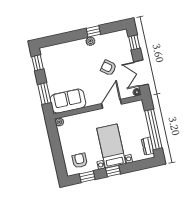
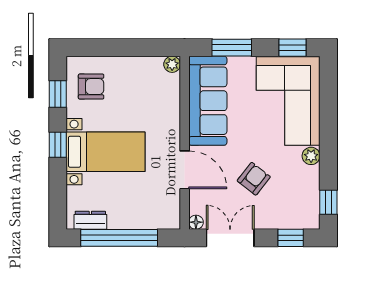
window: (93, 31) -> (328, 202), moved
corner sofa: (65, 59) -> (288, 101), added
sofa: (68, 101) -> (208, 101), width x1.36

